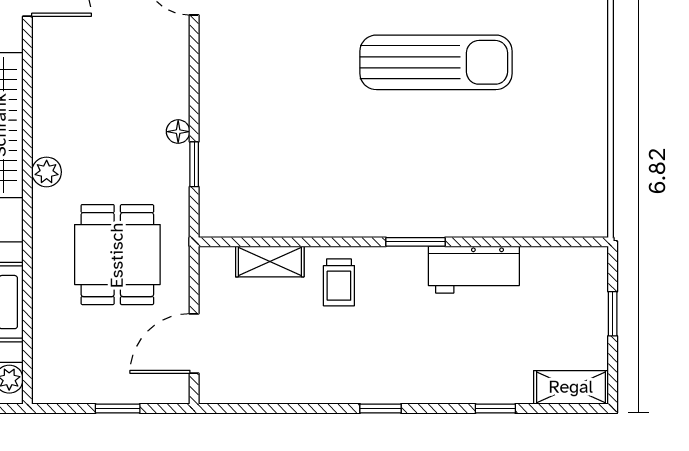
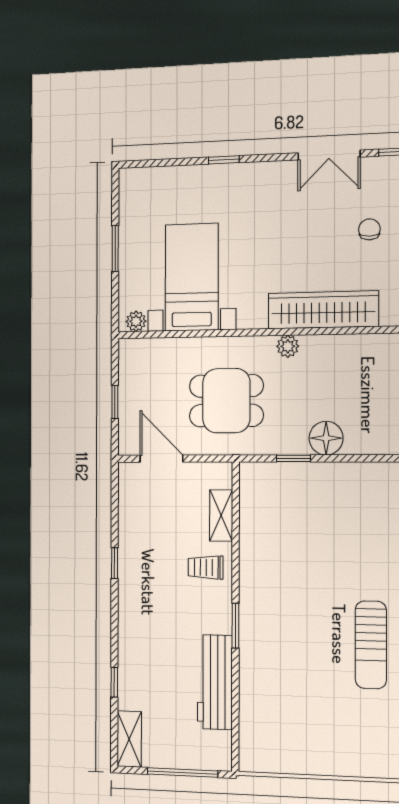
sun lounger: (436, 62) -> (371, 645), width x0.73, depth x0.75
floor lamp: (178, 132) -> (326, 438), width x1.89, depth x1.89
workbench: (474, 270) -> (215, 682), width x1.38
window: (613, 314) -> (182, 773), width x2.17
window: (381, 409) -> (115, 563), moved

